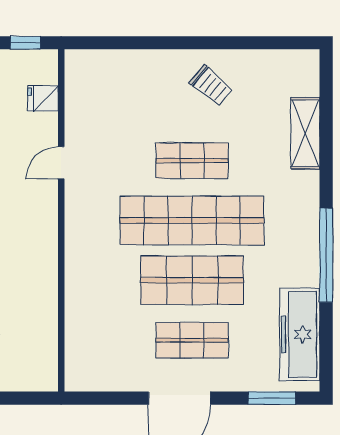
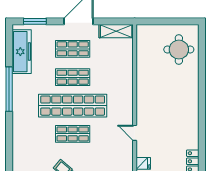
shelving: (305, 133) -> (116, 31), moved, turned 90
door: (61, 163) -> (135, 133), swing flipped
shop shelf: (192, 280) -> (73, 77), width x0.70, depth x0.74

